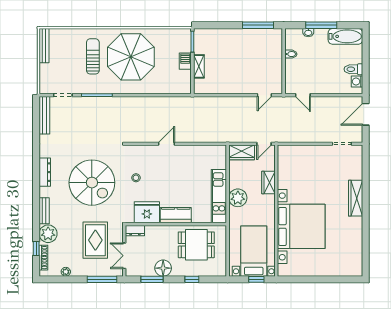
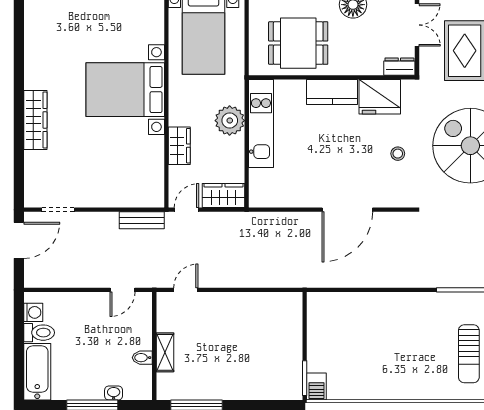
bathtub: (345, 36) -> (37, 372), moved, turned 90
parasol: (131, 57) -> (406, 353), removed
barbecue: (185, 61) -> (316, 387), moved
shelving: (199, 66) -> (165, 352), moved
door: (303, 95) -> (122, 290), swing flipped
door: (366, 114) -> (19, 240), moved
bench: (291, 137) -> (142, 220), added
door: (167, 144) -> (347, 210), width x1.87
bed with nightstands: (301, 226) -> (125, 90), width x0.73

